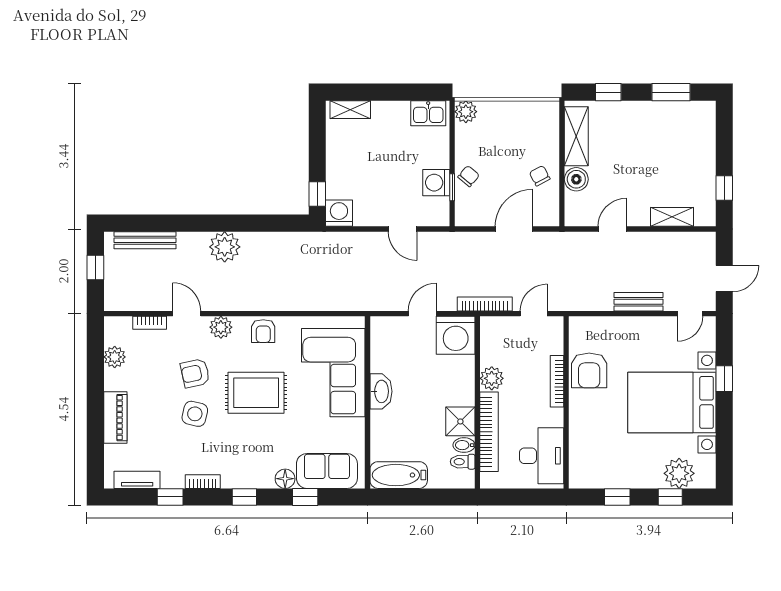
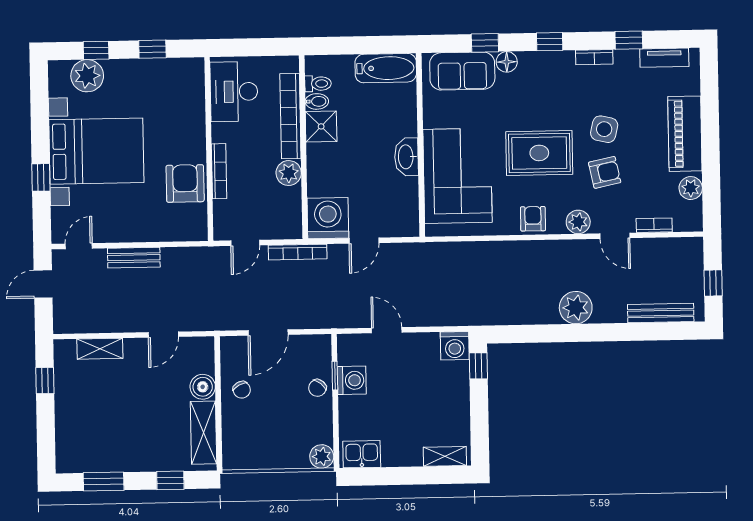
piano: (115, 418) -> (685, 134), width x1.37, depth x1.33

